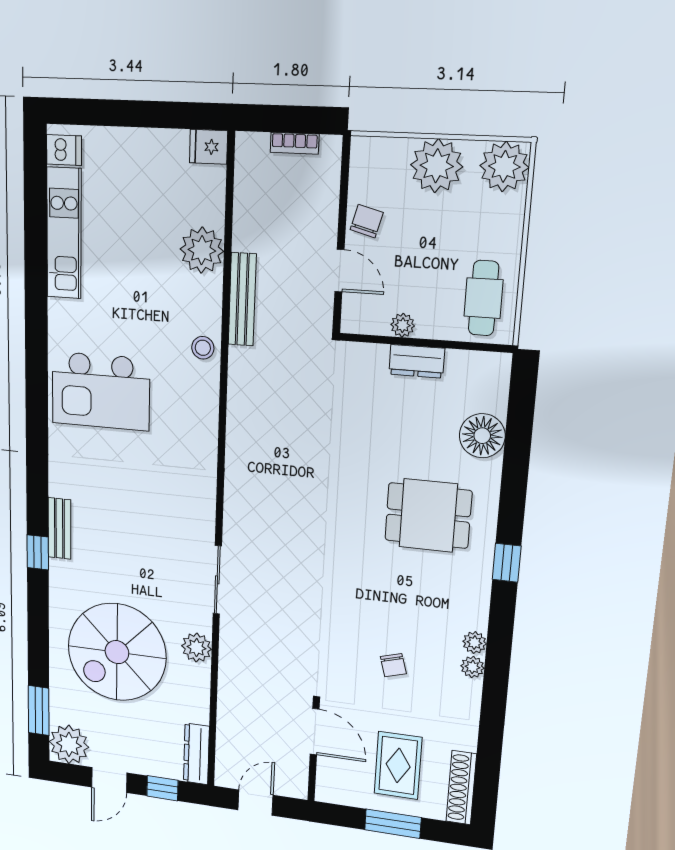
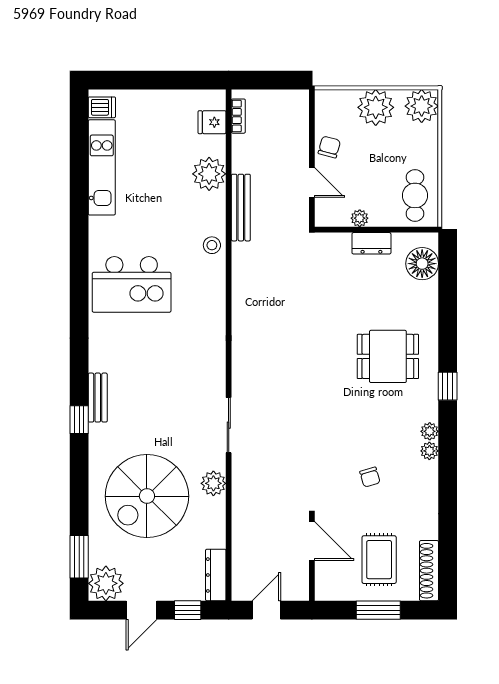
bookcase: (295, 143) -> (238, 116), moved, turned -90
fridge: (208, 147) -> (212, 122), moved
floor lamp: (482, 436) -> (422, 264), moved
plant: (472, 667) -> (430, 431), moved

